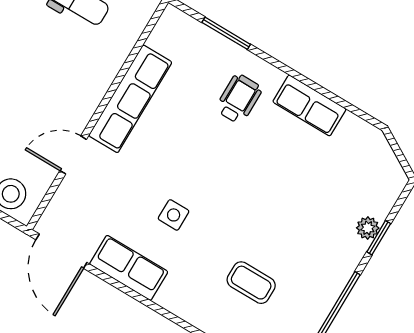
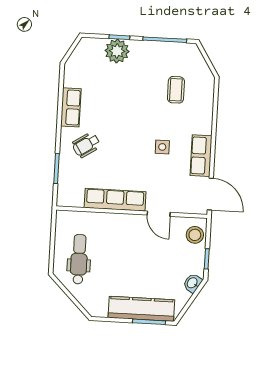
wheelchair: (239, 99) -> (86, 145), turned -33
plant: (368, 228) -> (117, 51), width x1.88, depth x1.88
door: (61, 251) -> (210, 194), hinge flipped

